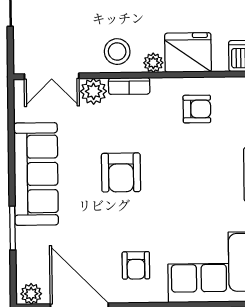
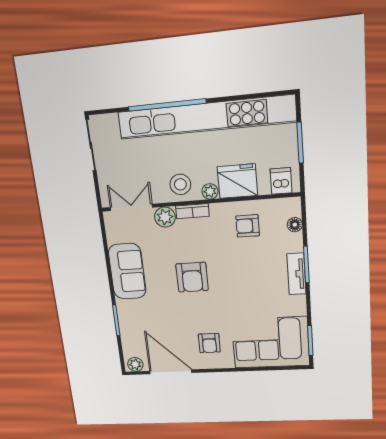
double door: (52, 76) -> (131, 207), swing flipped
armchair: (197, 109) -> (248, 226), turned 180
sofa: (36, 174) -> (127, 271), width x0.73

